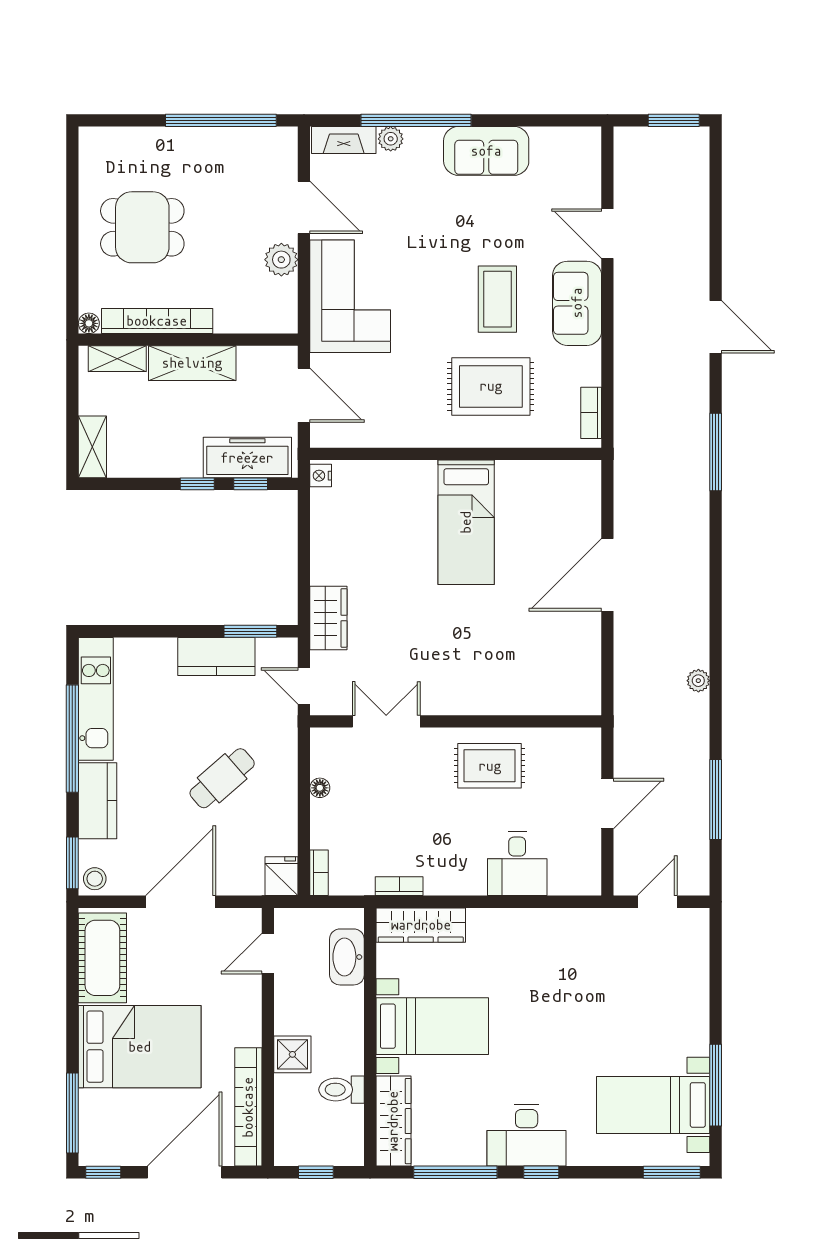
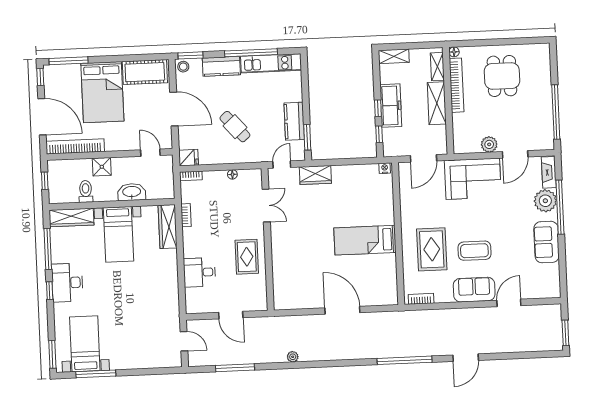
plant: (391, 139) -> (545, 201), width x1.88, depth x1.88
window: (716, 452) -> (405, 360), width x1.46
freezer: (247, 458) -> (391, 106), moved
washbasin: (347, 957) -> (132, 192), moved

